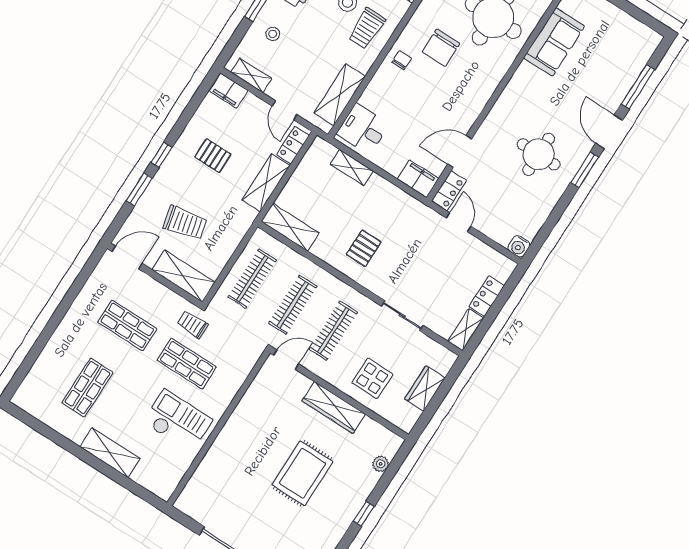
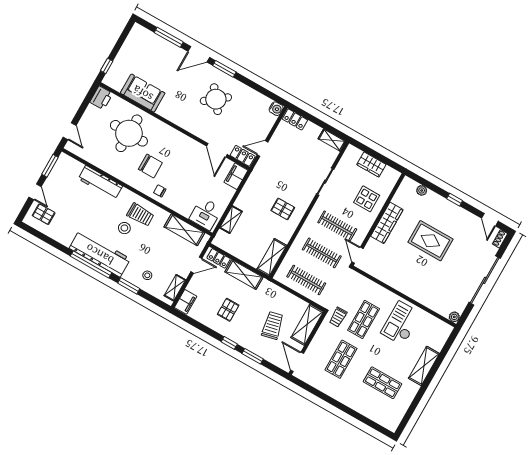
round table: (539, 154) -> (216, 99), turned -38
locker: (487, 296) -> (295, 119), moved
plant: (183, 504) -> (454, 317), added

